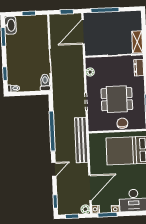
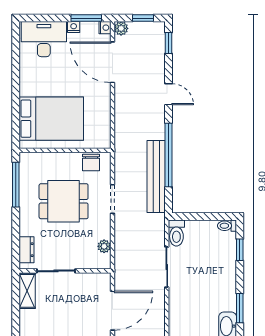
chair: (122, 123) -> (91, 162), moved
bench: (81, 140) -> (156, 177), moved
door: (54, 169) -> (168, 94), swing flipped
door: (90, 188) -> (112, 62), hinge flipped

